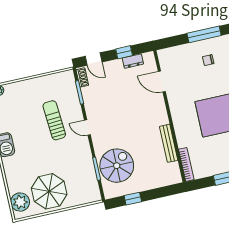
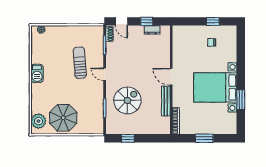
window: (204, 34) -> (213, 21), width x0.46
door: (162, 82) -> (171, 77), moved
spiral stairs: (117, 166) -> (127, 100), moved

